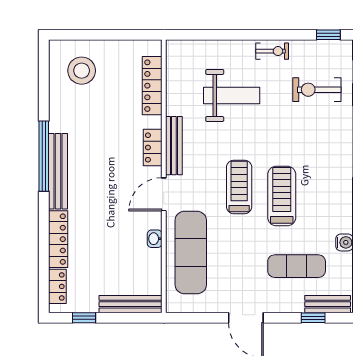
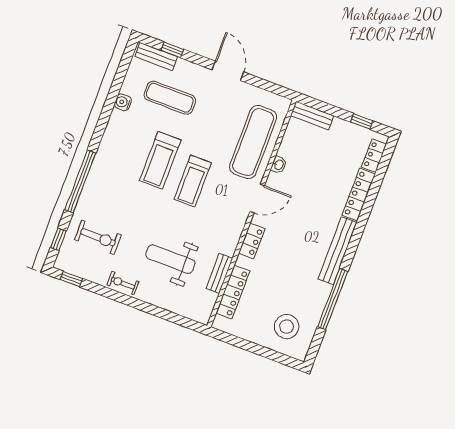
bench: (174, 146) -> (219, 273), moved, width x0.73
window: (44, 156) -> (333, 299), moved
bench: (131, 304) -> (312, 116), width x0.73

